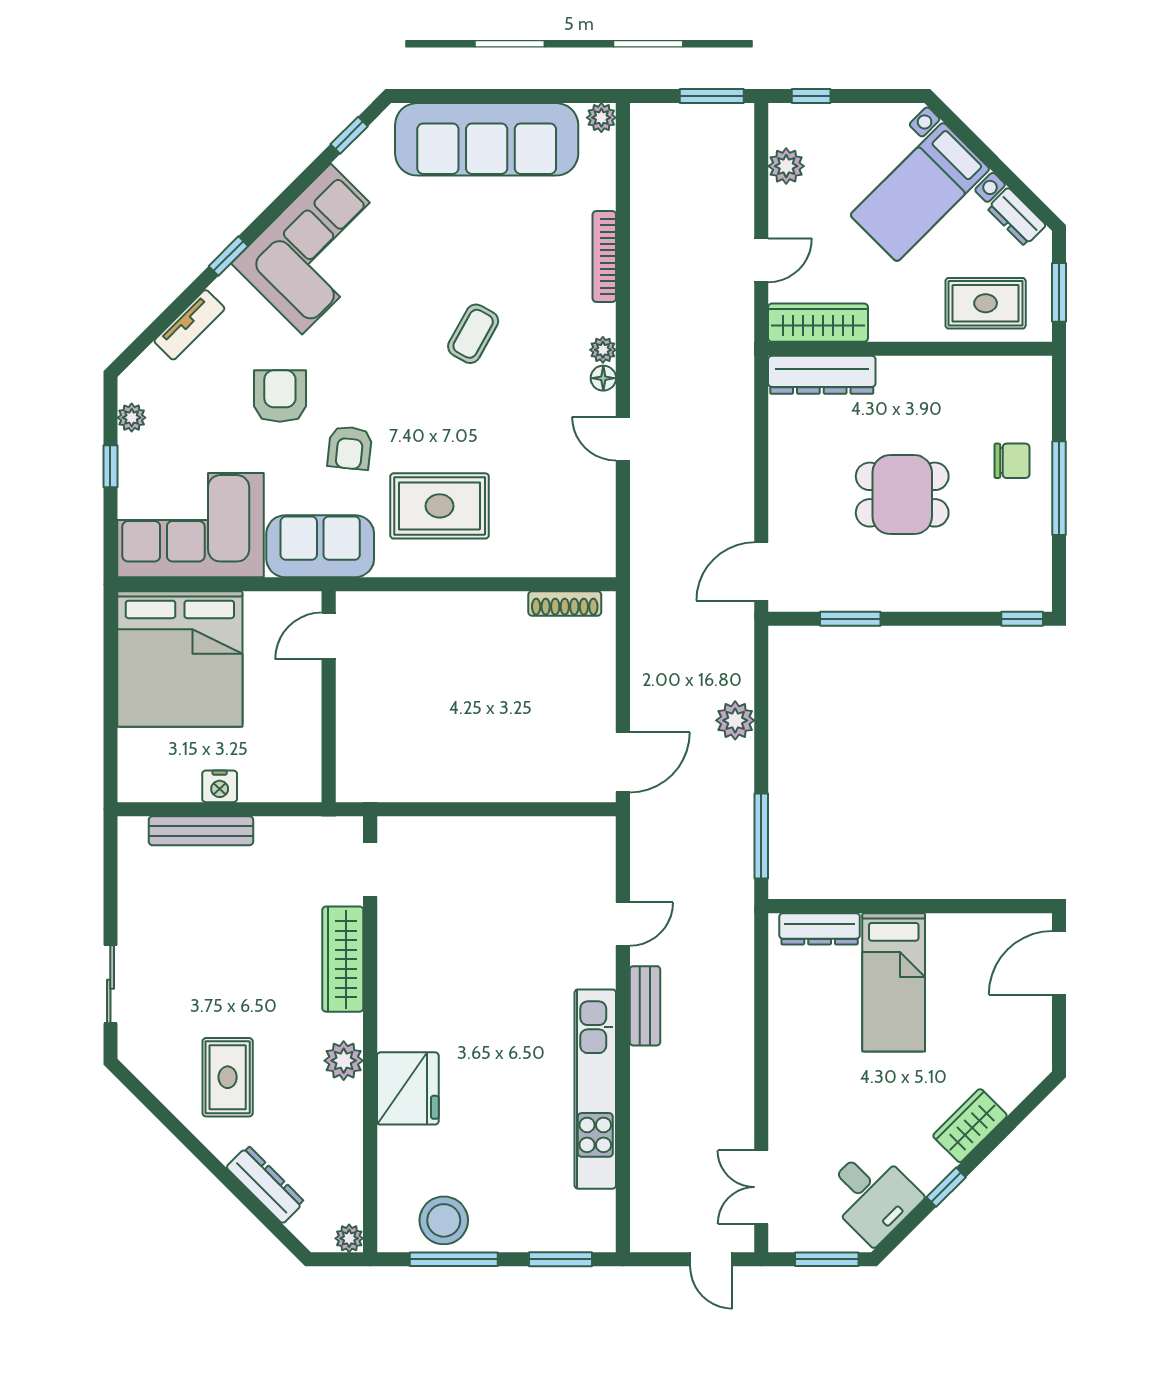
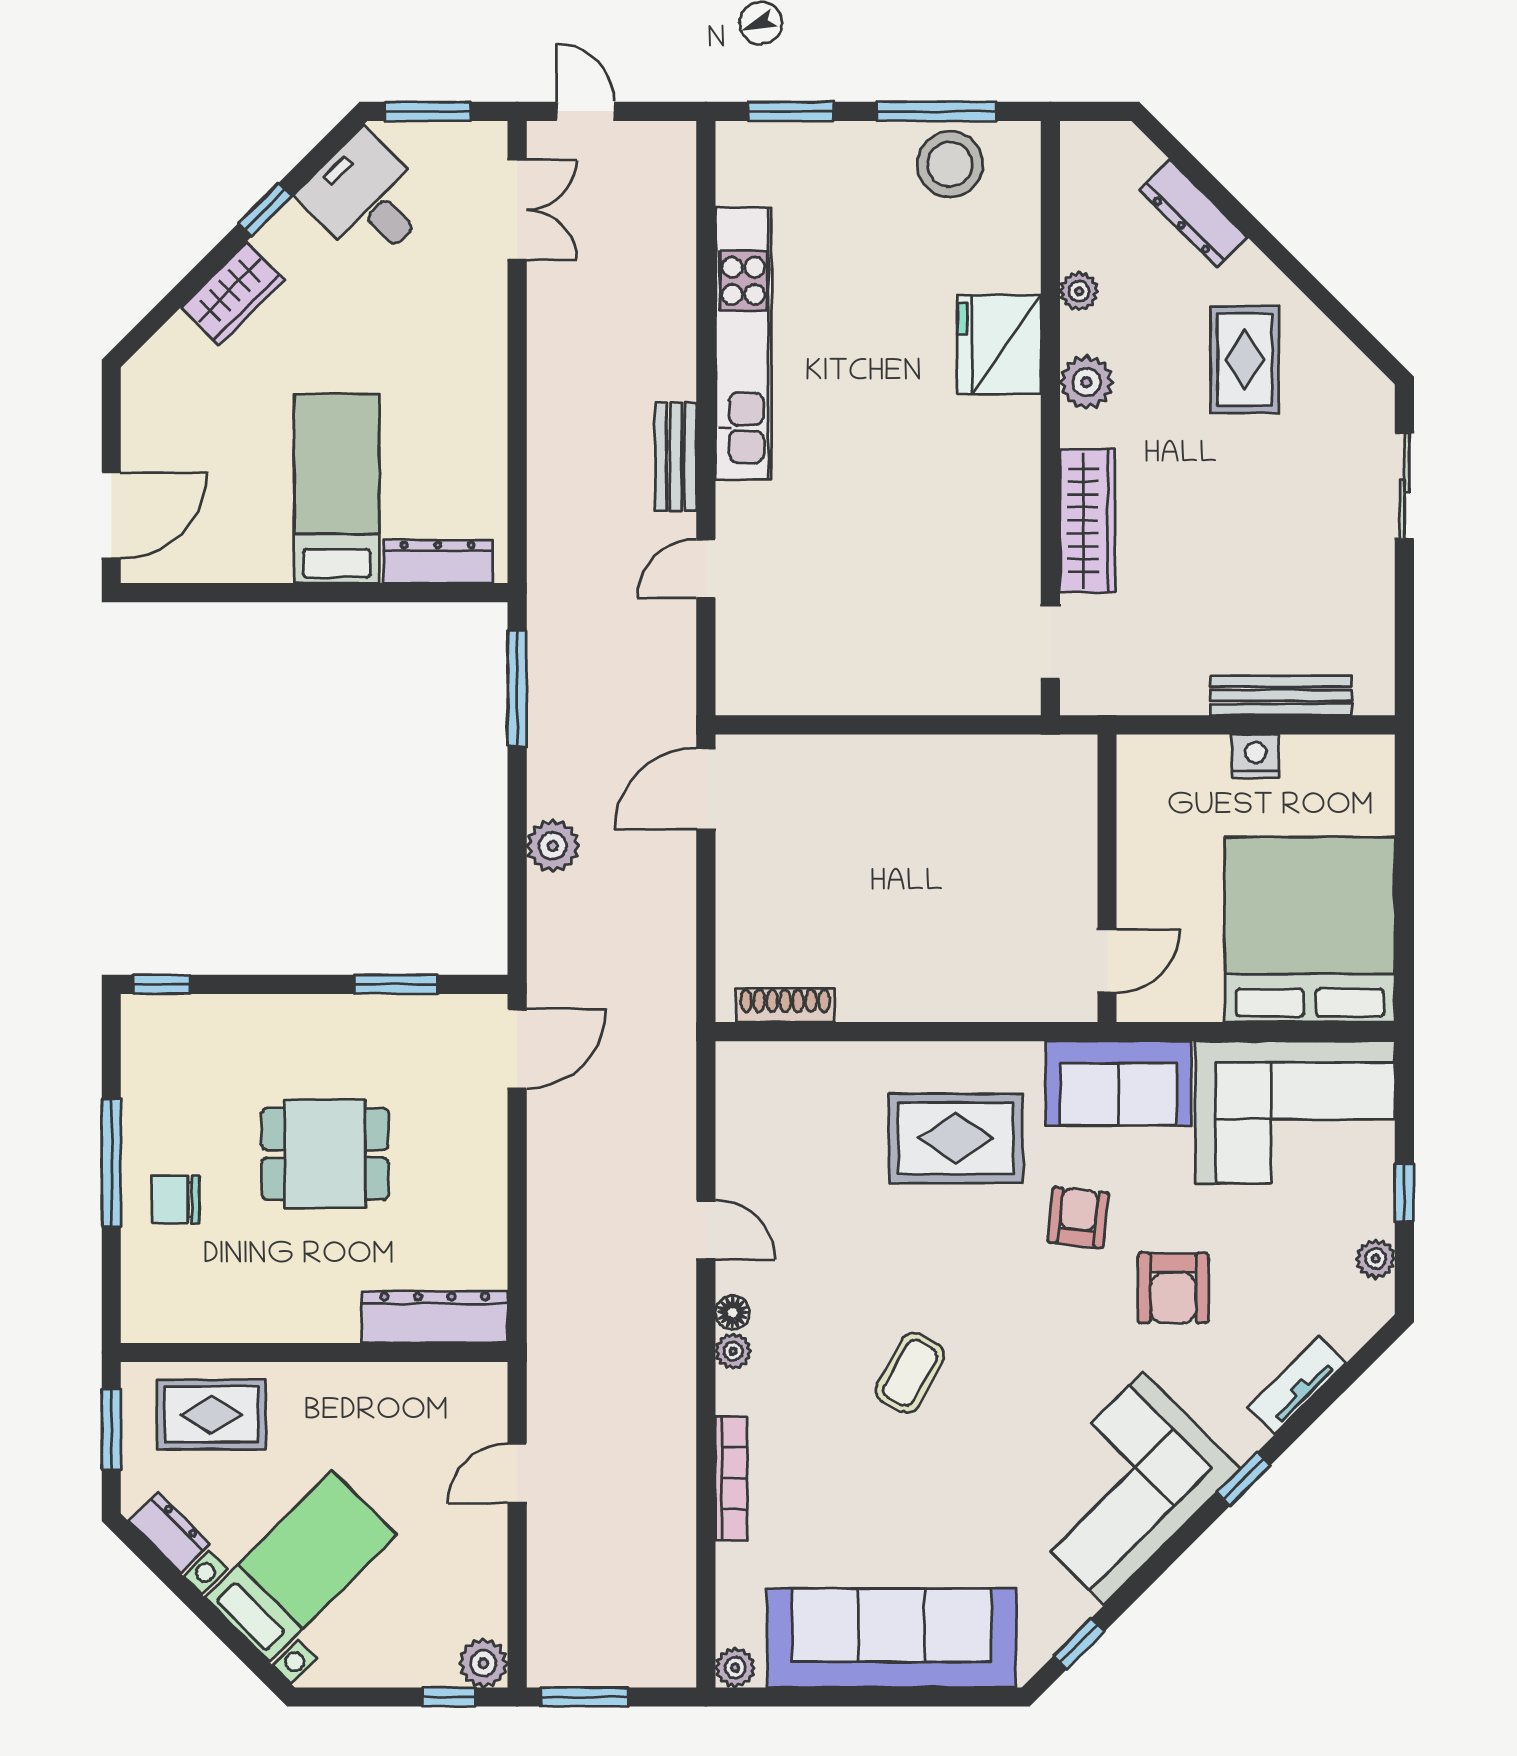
plant: (786, 166) -> (483, 1663), moved
wardrobe: (818, 323) -> (440, 1388), removed
plant: (349, 1238) -> (1079, 291), moved

